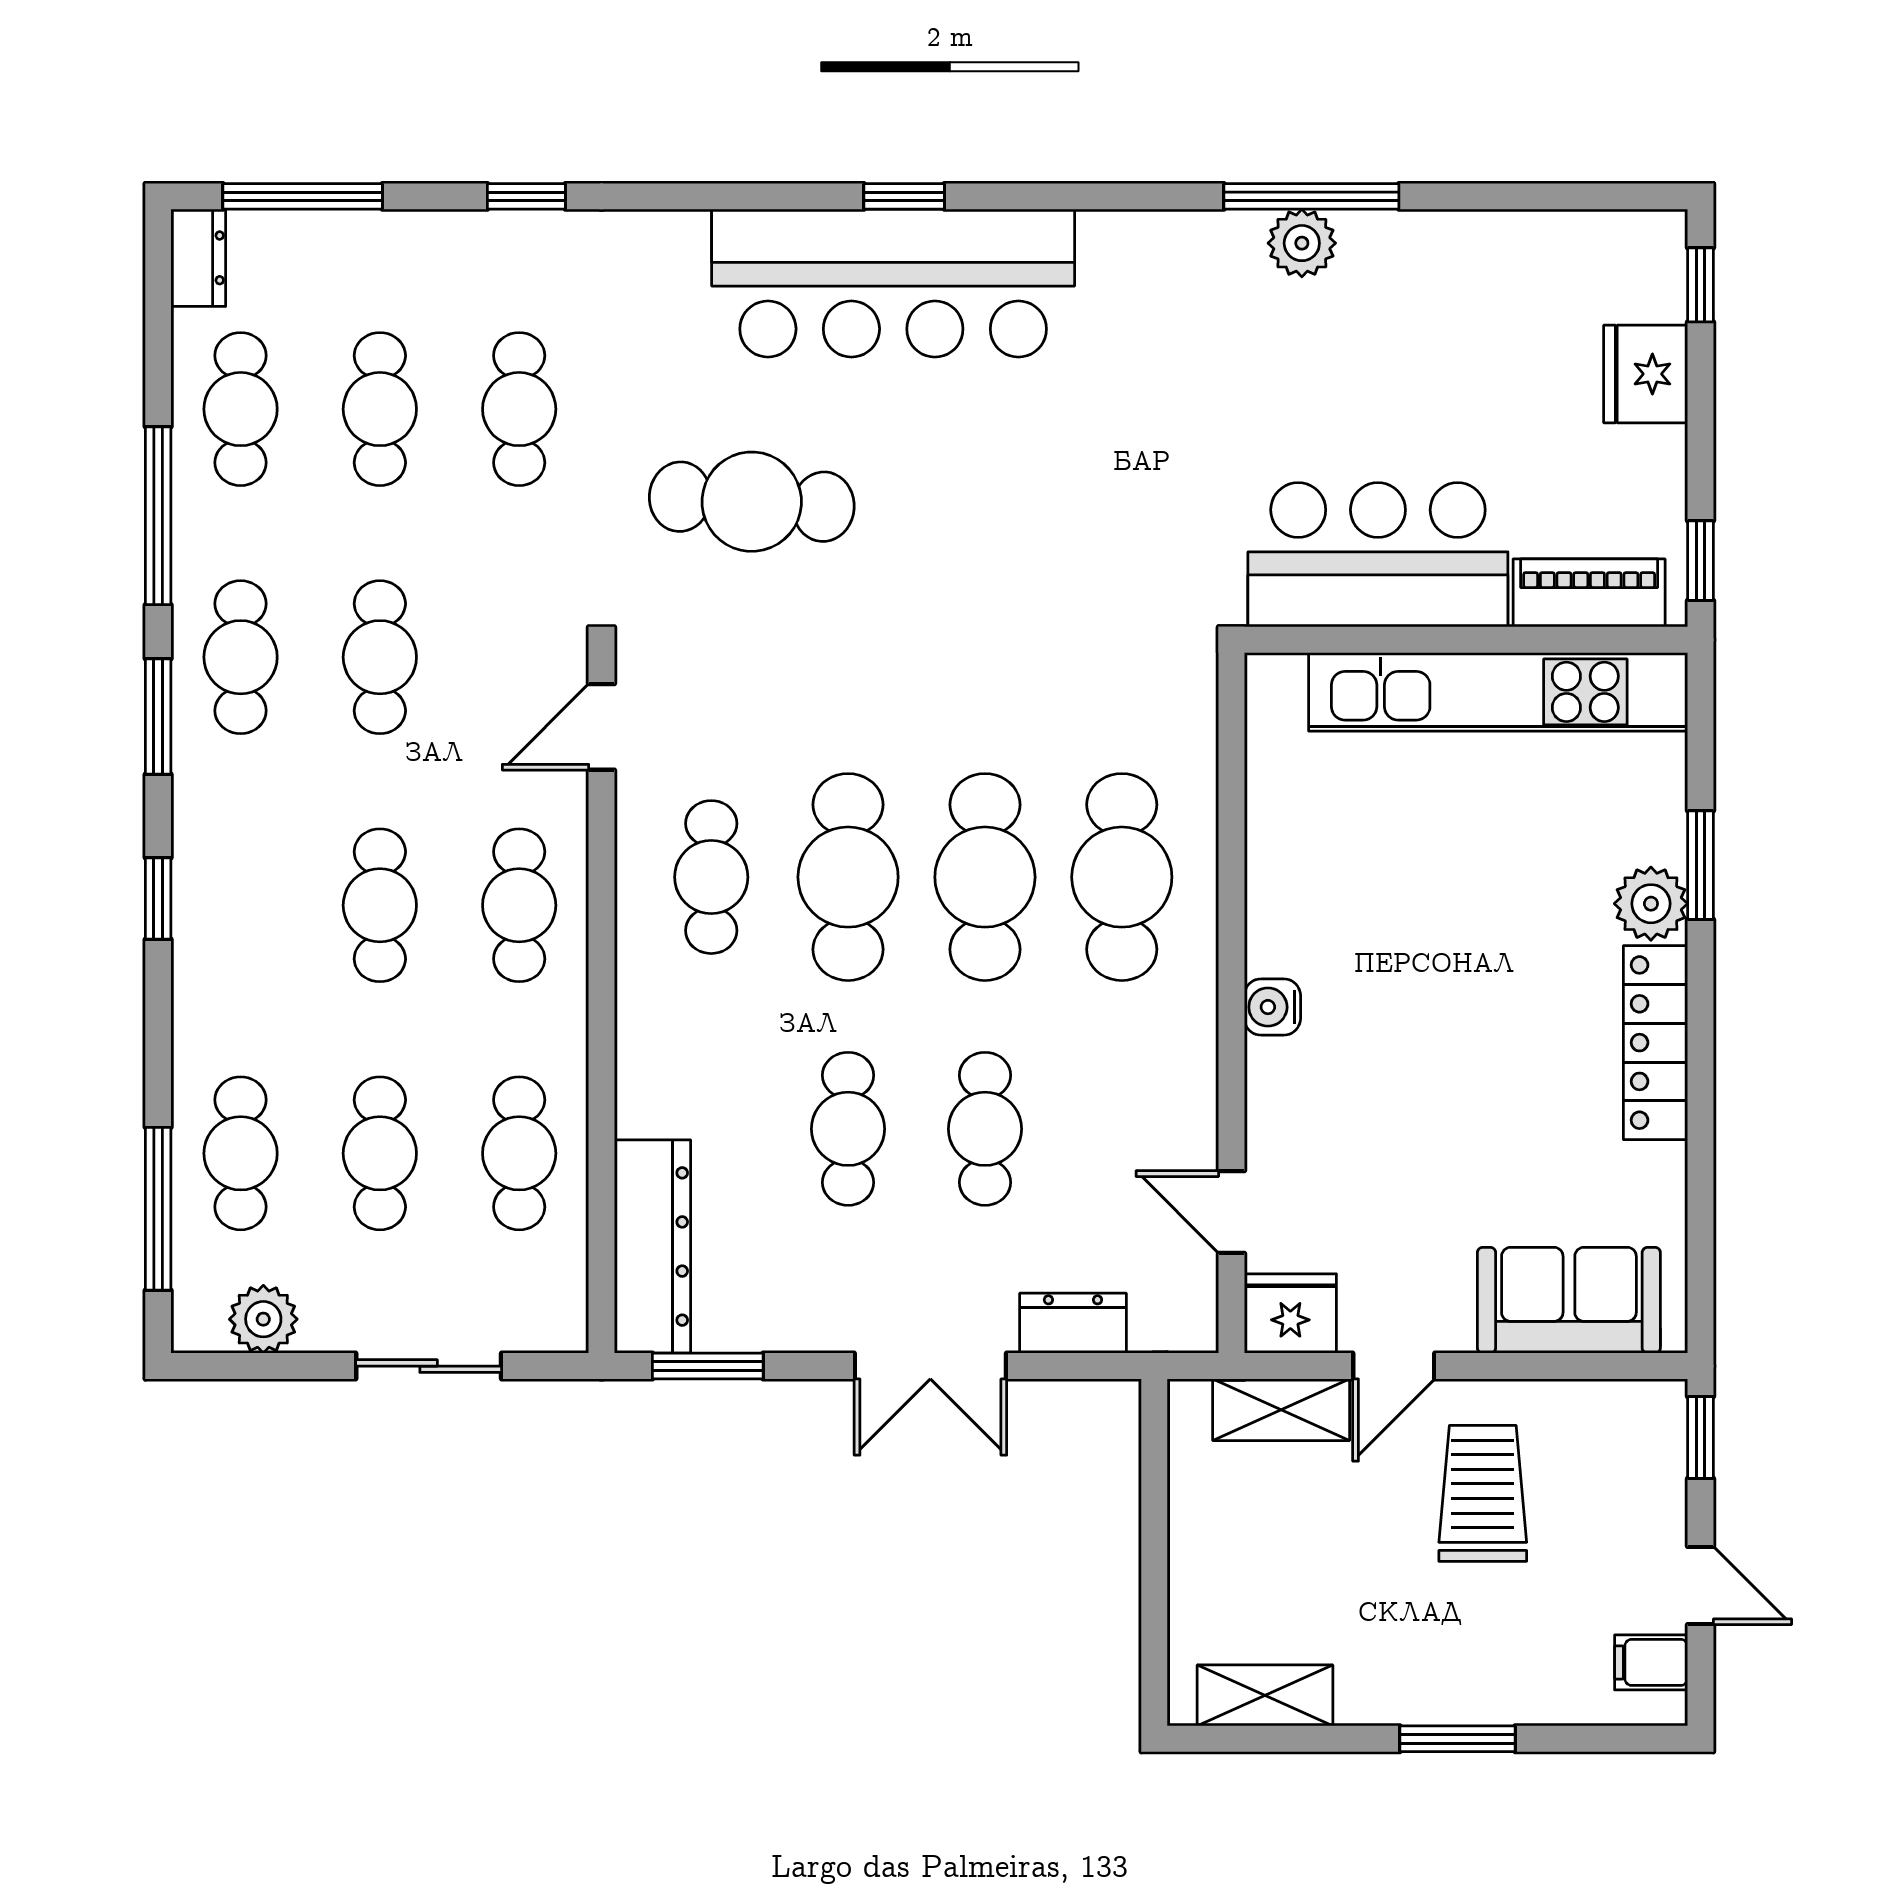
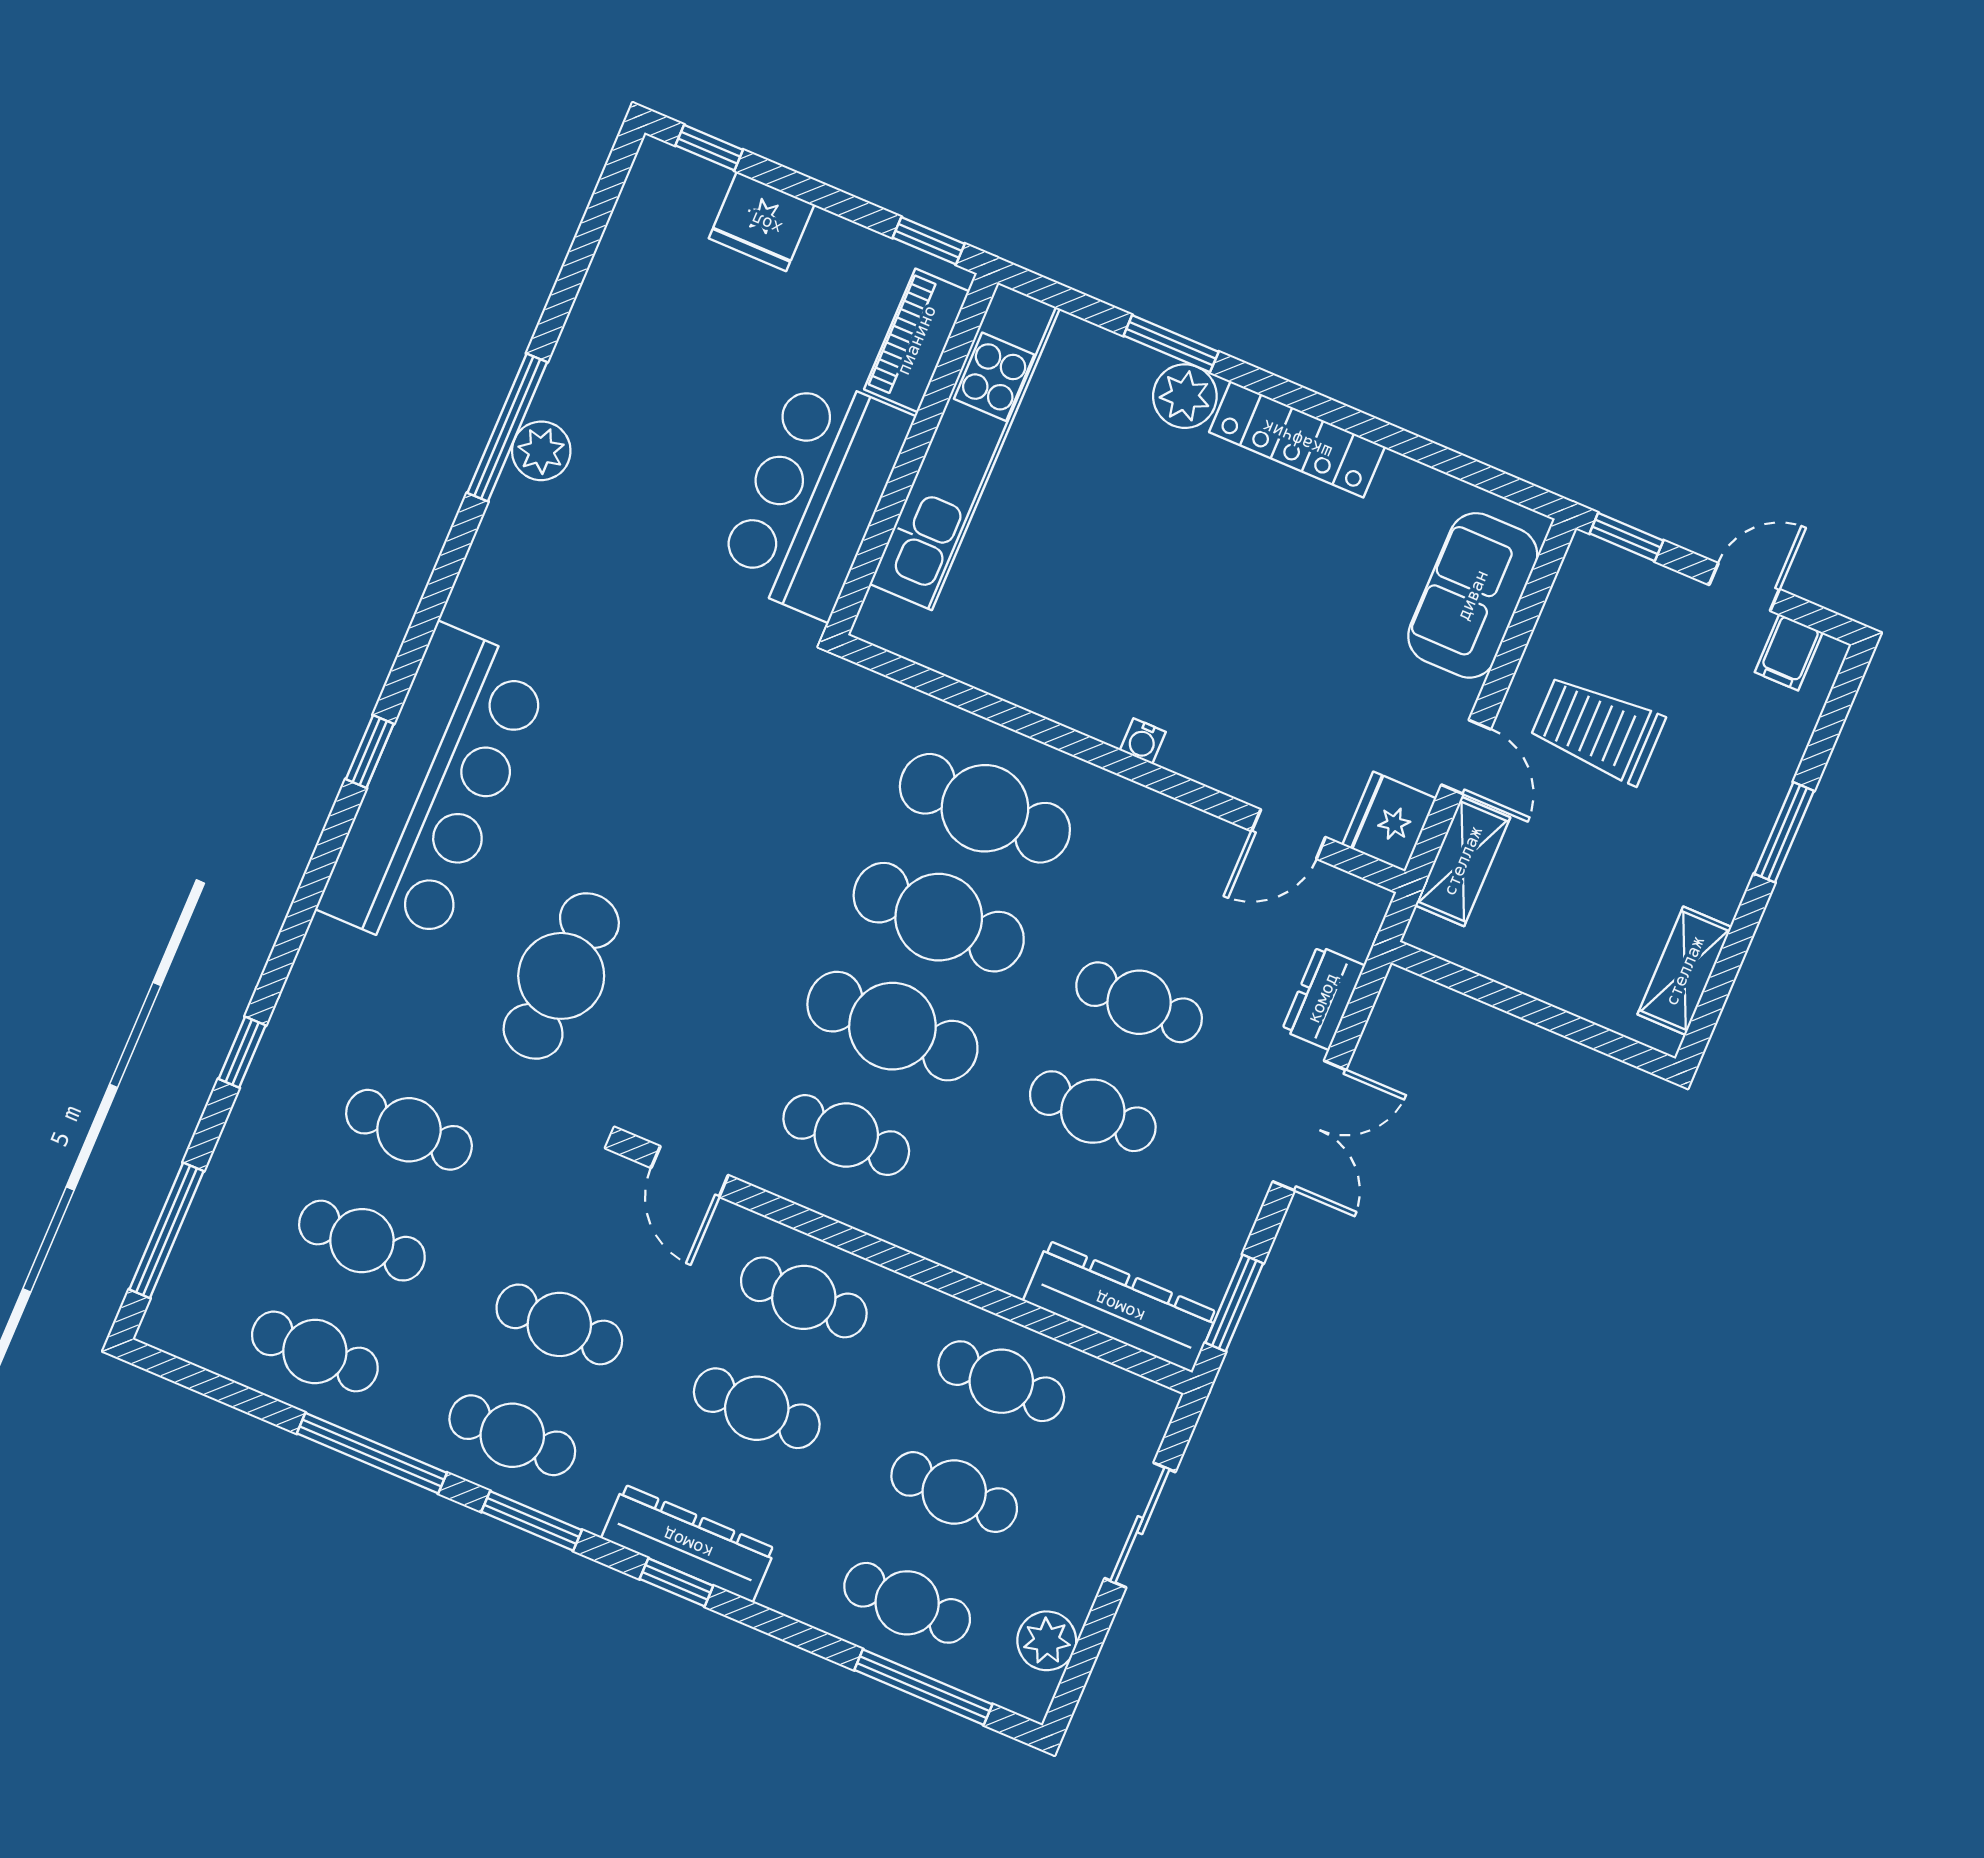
dresser: (198, 258) -> (688, 1543), moved, width x1.96, depth x1.24
water cooler: (1272, 1007) -> (1143, 741), width x0.72, depth x0.72

